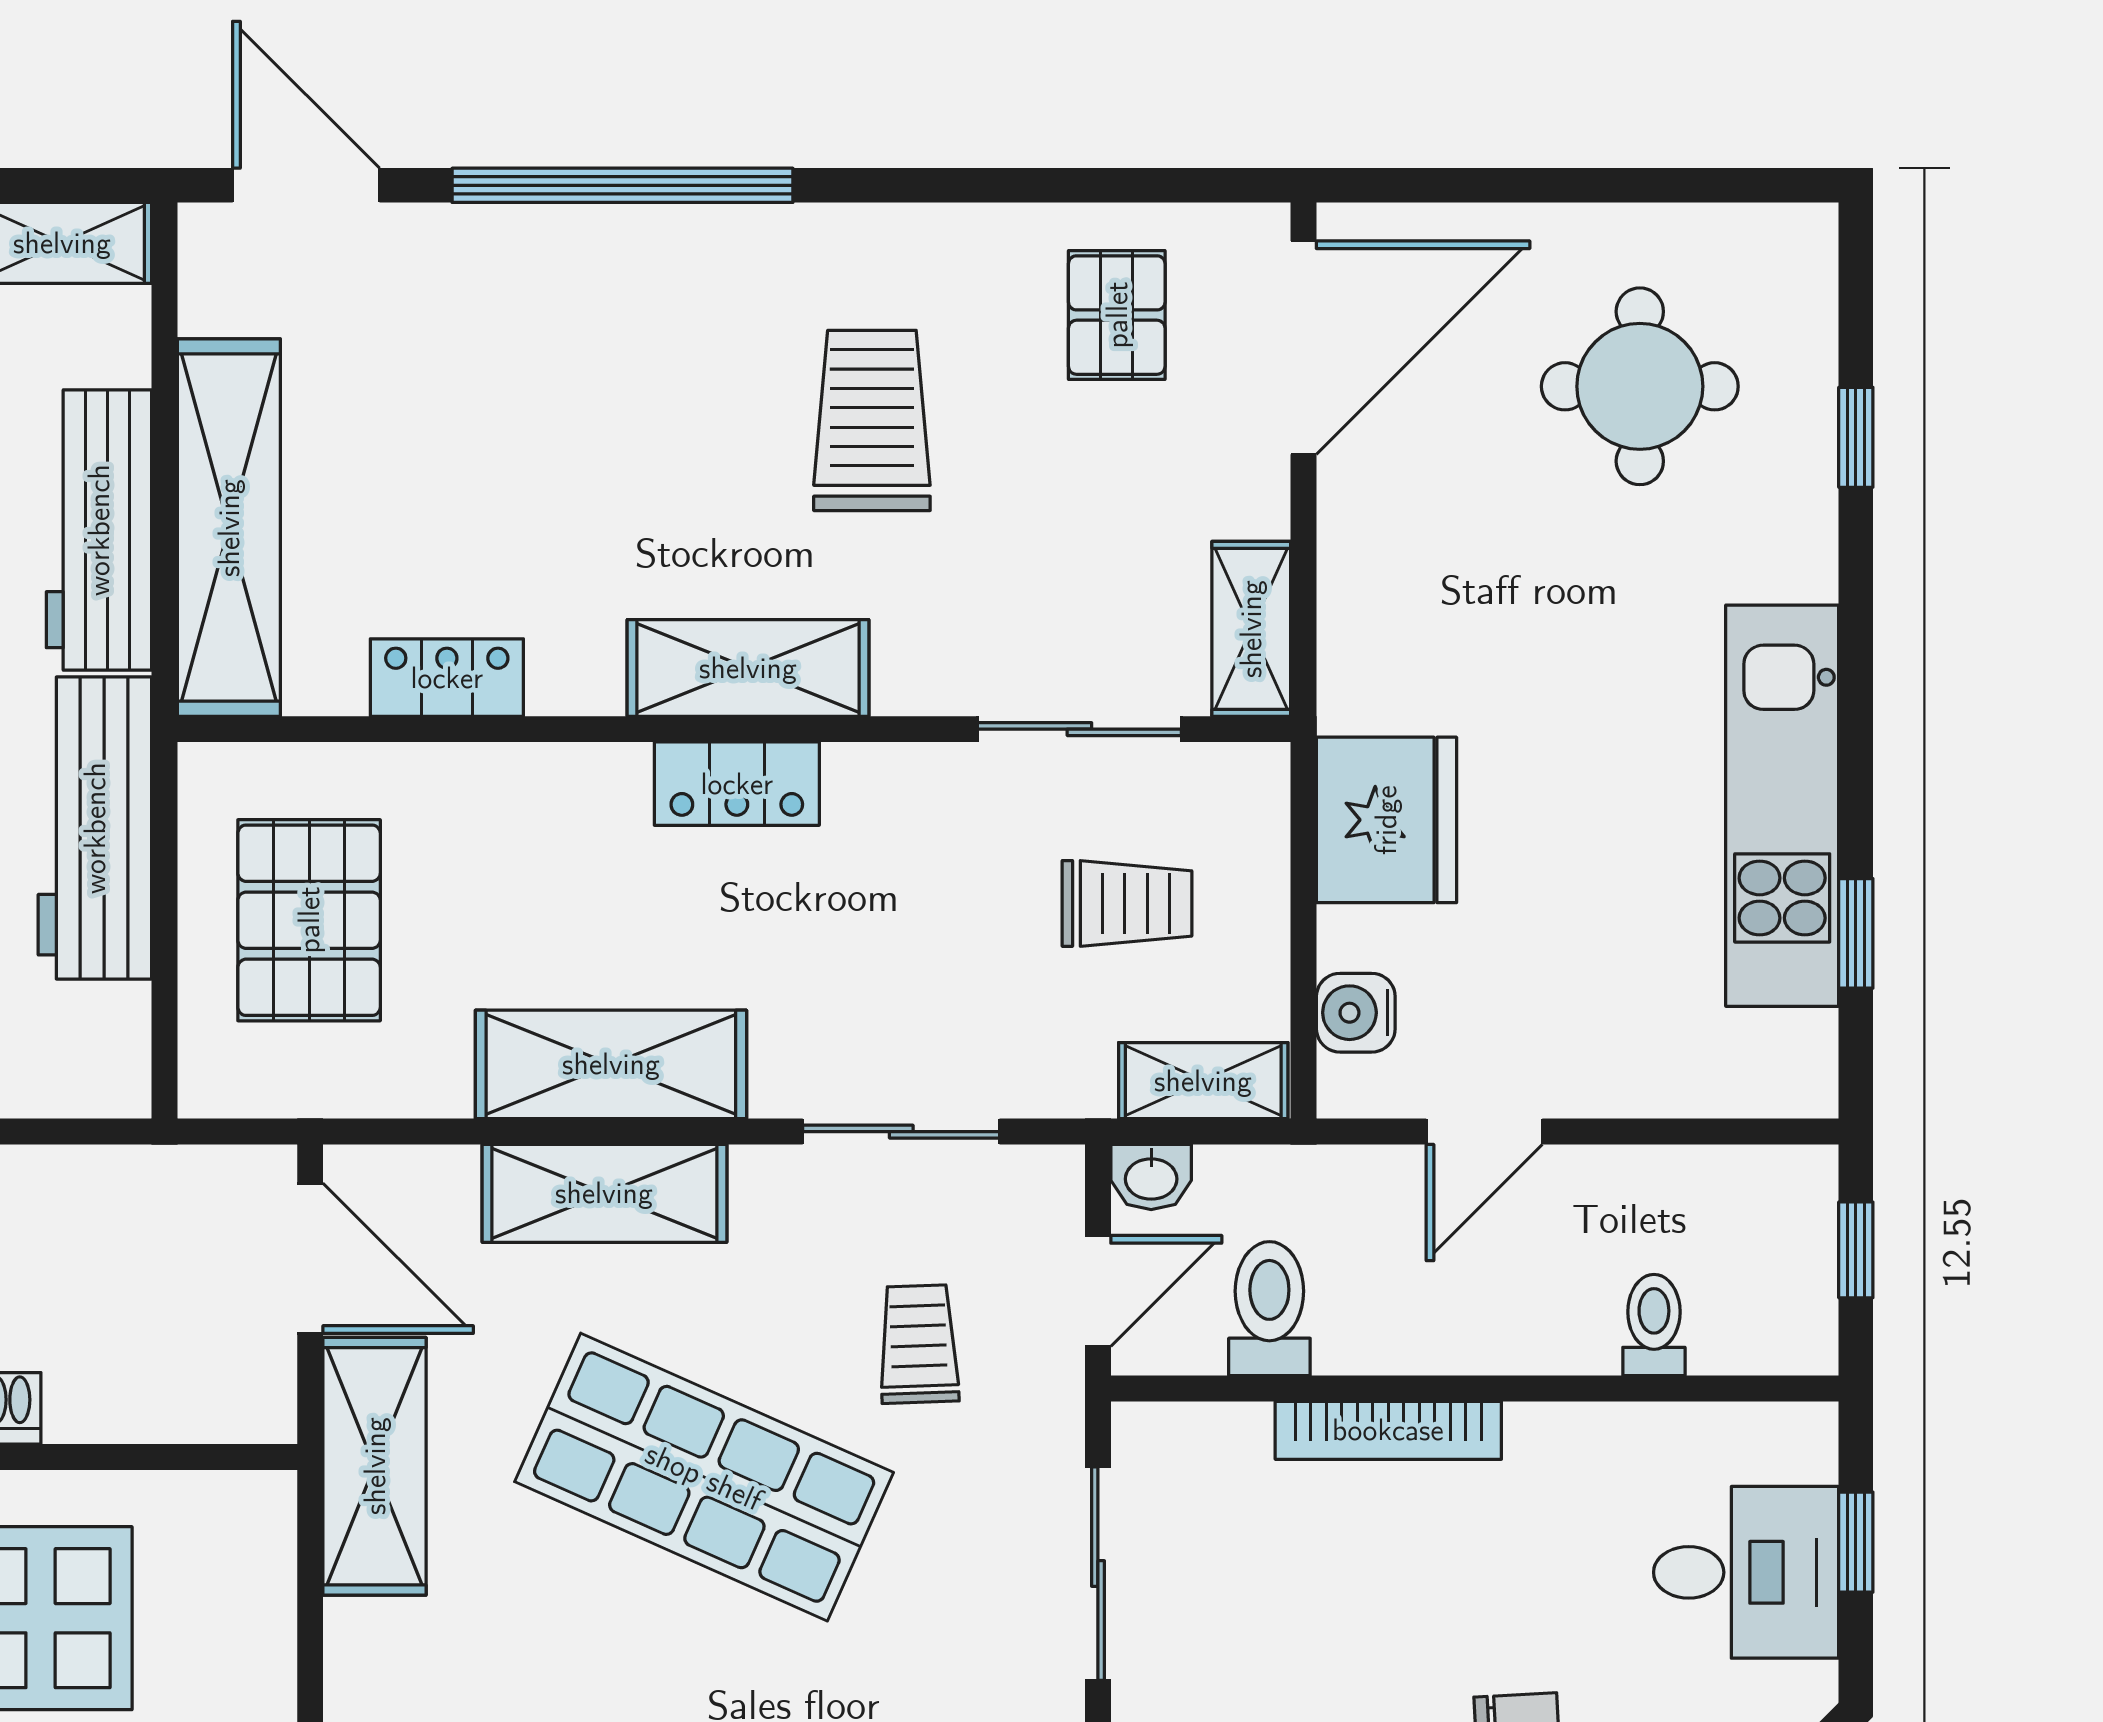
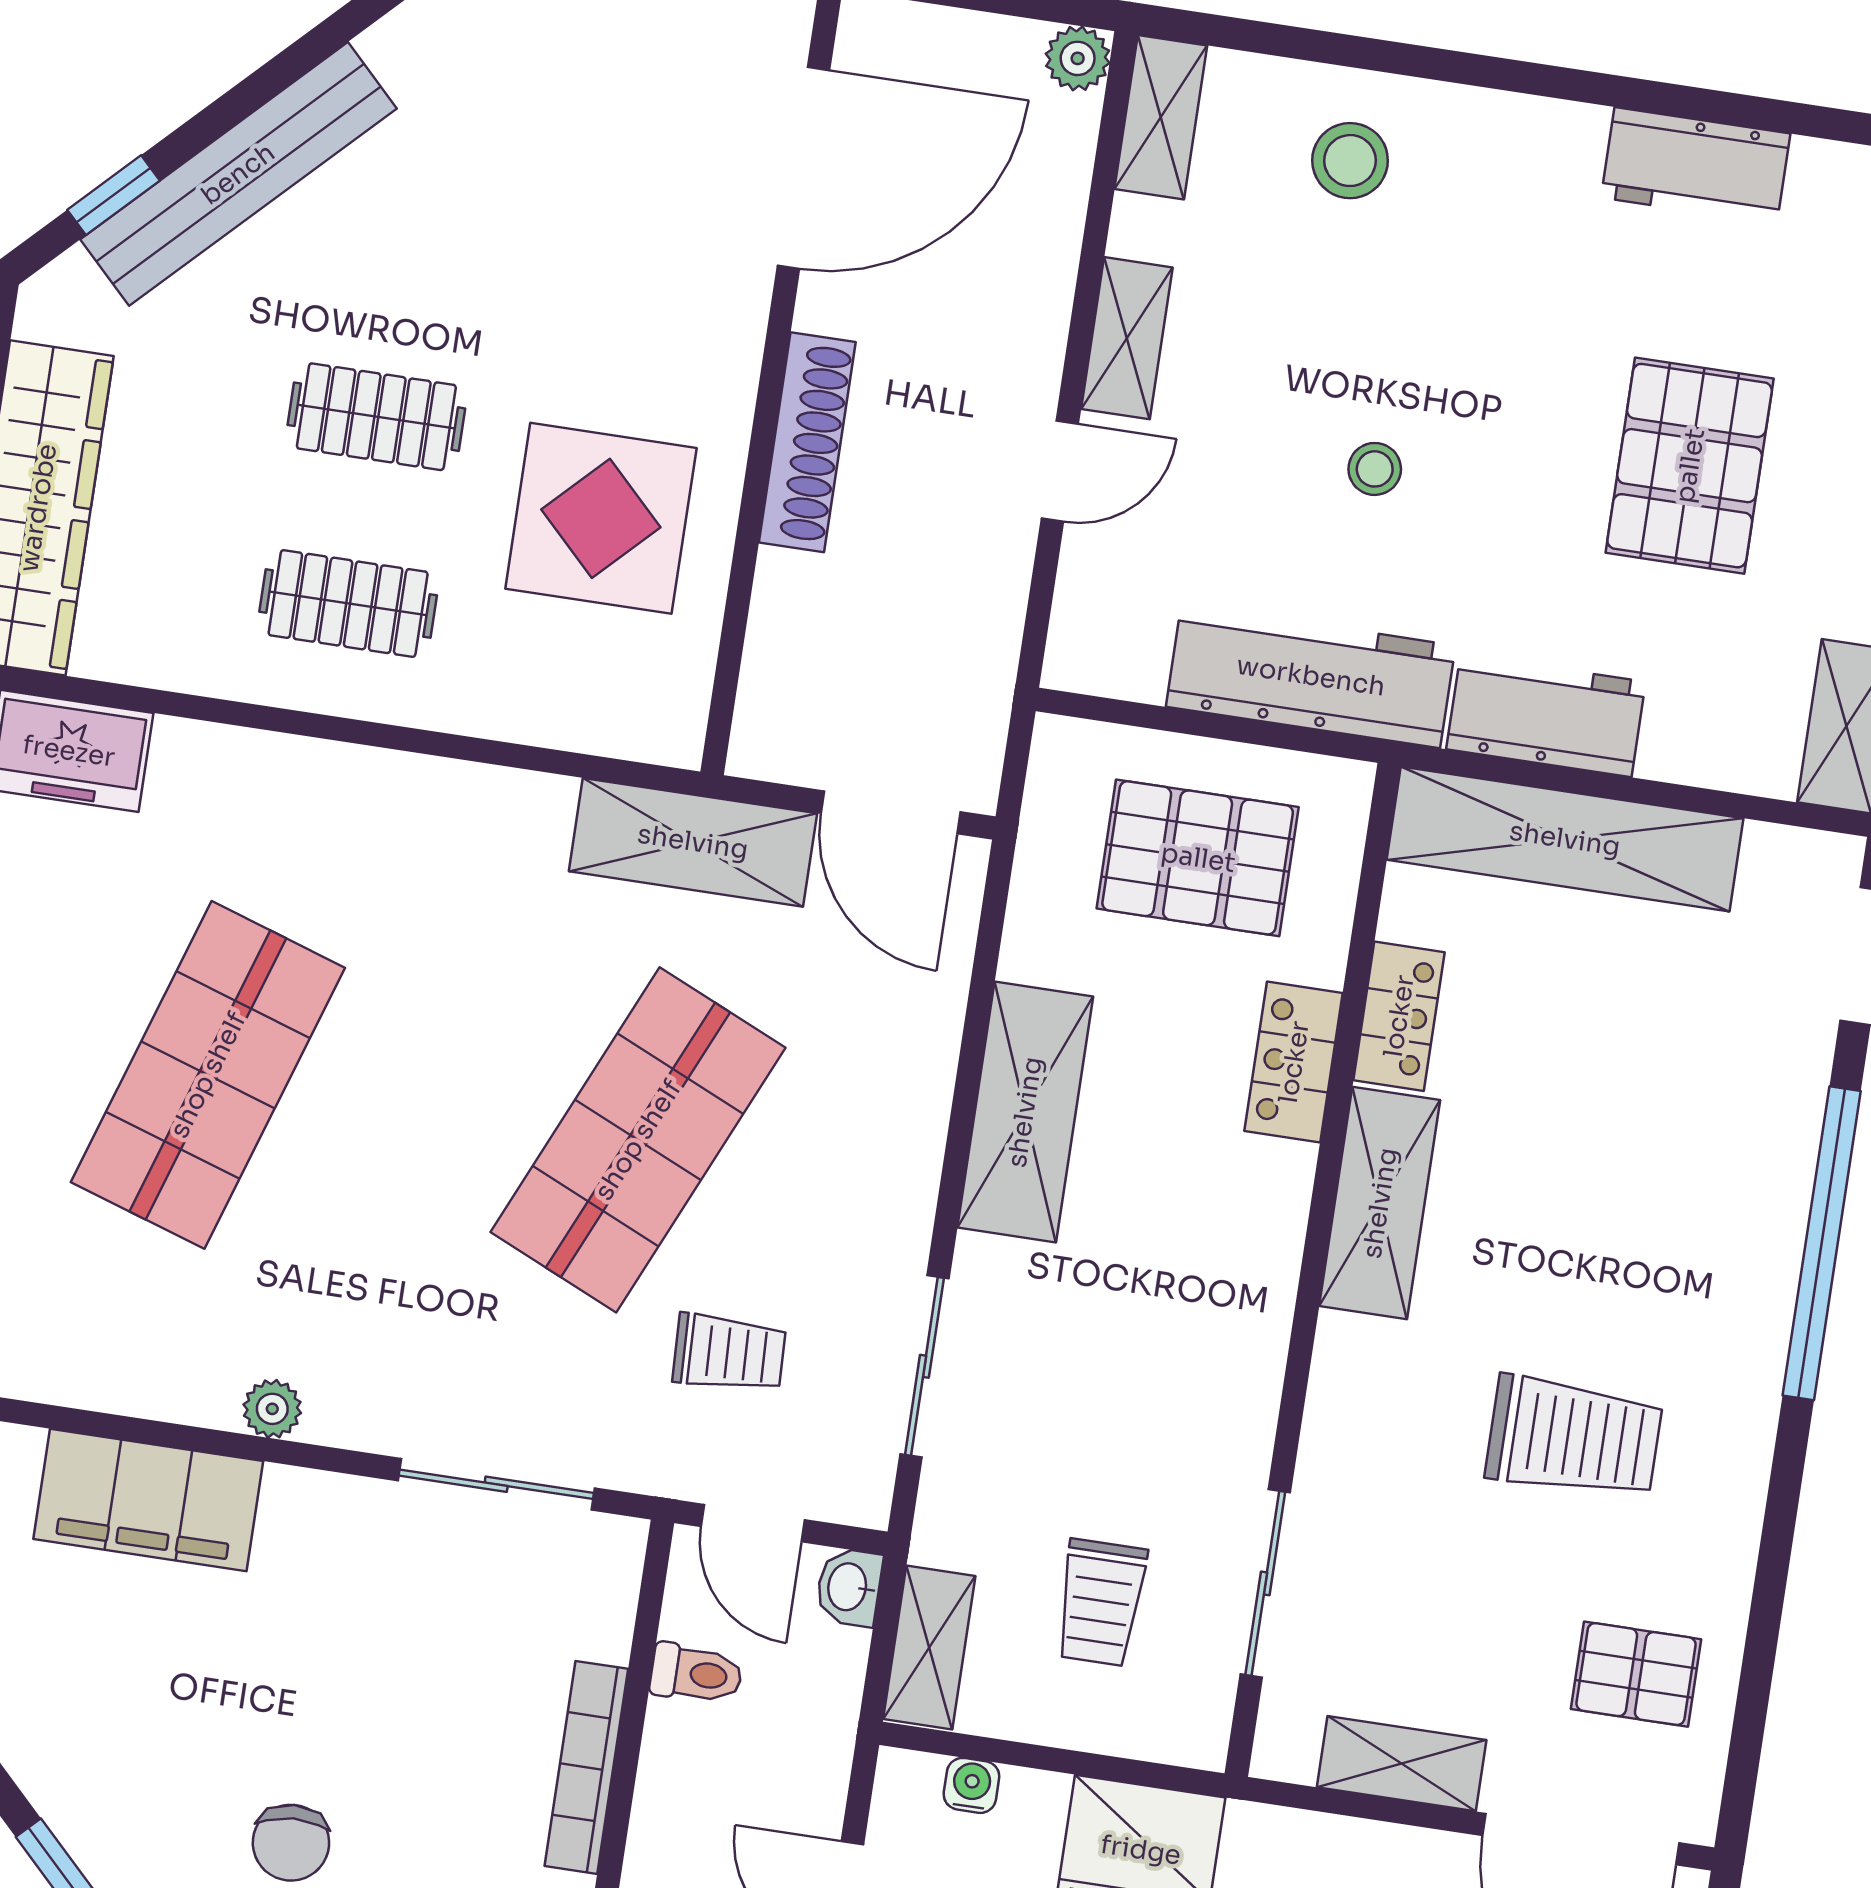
workbench: (99, 530) -> (1546, 716), width x0.73
shelving: (1251, 629) -> (1402, 1764), moved
shelving: (748, 668) -> (1380, 1203), moved
locker: (737, 784) -> (1294, 1062), moved
water cooler: (1356, 1013) -> (971, 1785), width x0.72, depth x0.72
shelving: (604, 1193) -> (909, 1089), removed
door: (310, 1258) -> (891, 812), hinge flipped
toilet: (1269, 1309) -> (696, 1674), width x0.73, depth x0.72

